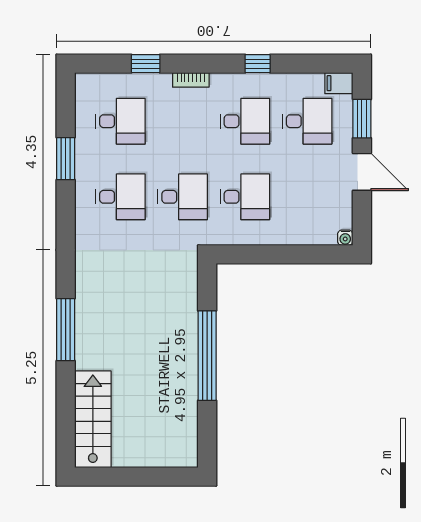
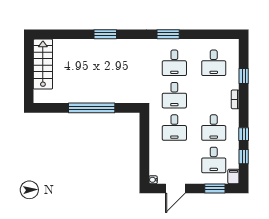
window: (301, 64) -> (244, 157), added
window: (66, 159) -> (168, 34), moved
door: (362, 172) -> (175, 188), moved
window: (66, 330) -> (105, 34), width x0.69
stairs: (93, 419) -> (43, 64), moved, turned -90

